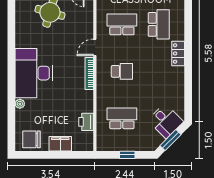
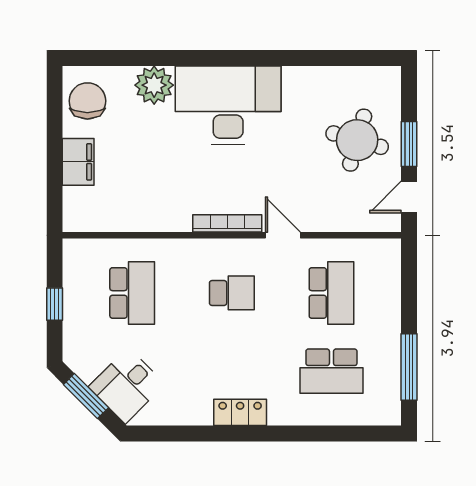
locker: (178, 53) -> (240, 412), moved
school desk: (122, 71) -> (232, 293), turned -90
plant: (20, 104) -> (154, 85), width x1.88, depth x1.88
printer: (86, 122) -> (124, 217), removed

